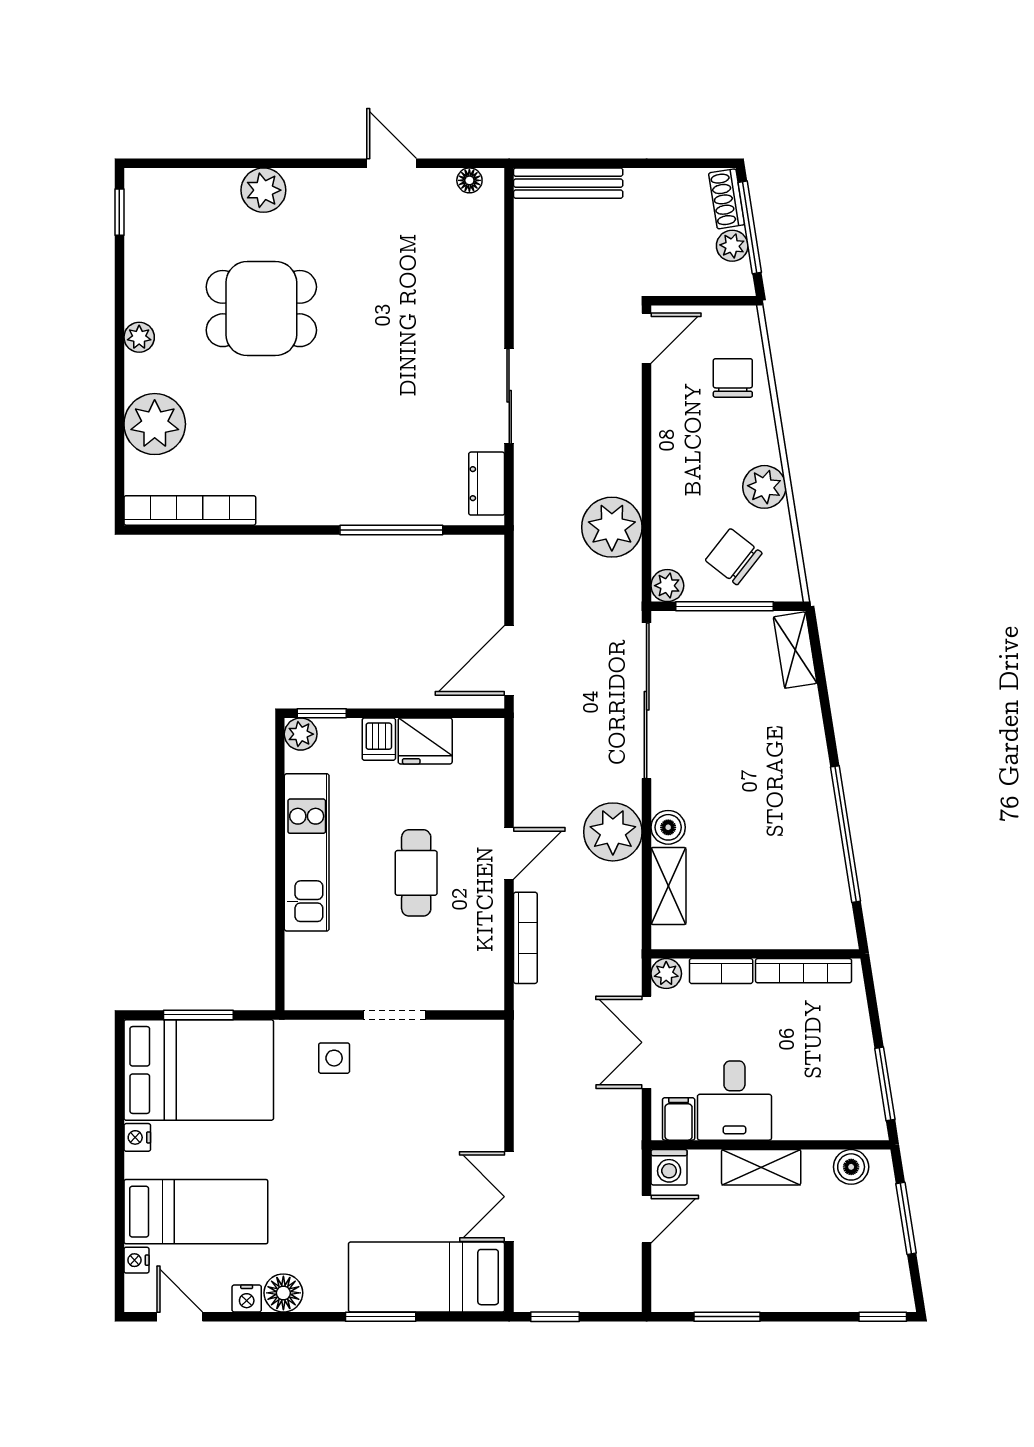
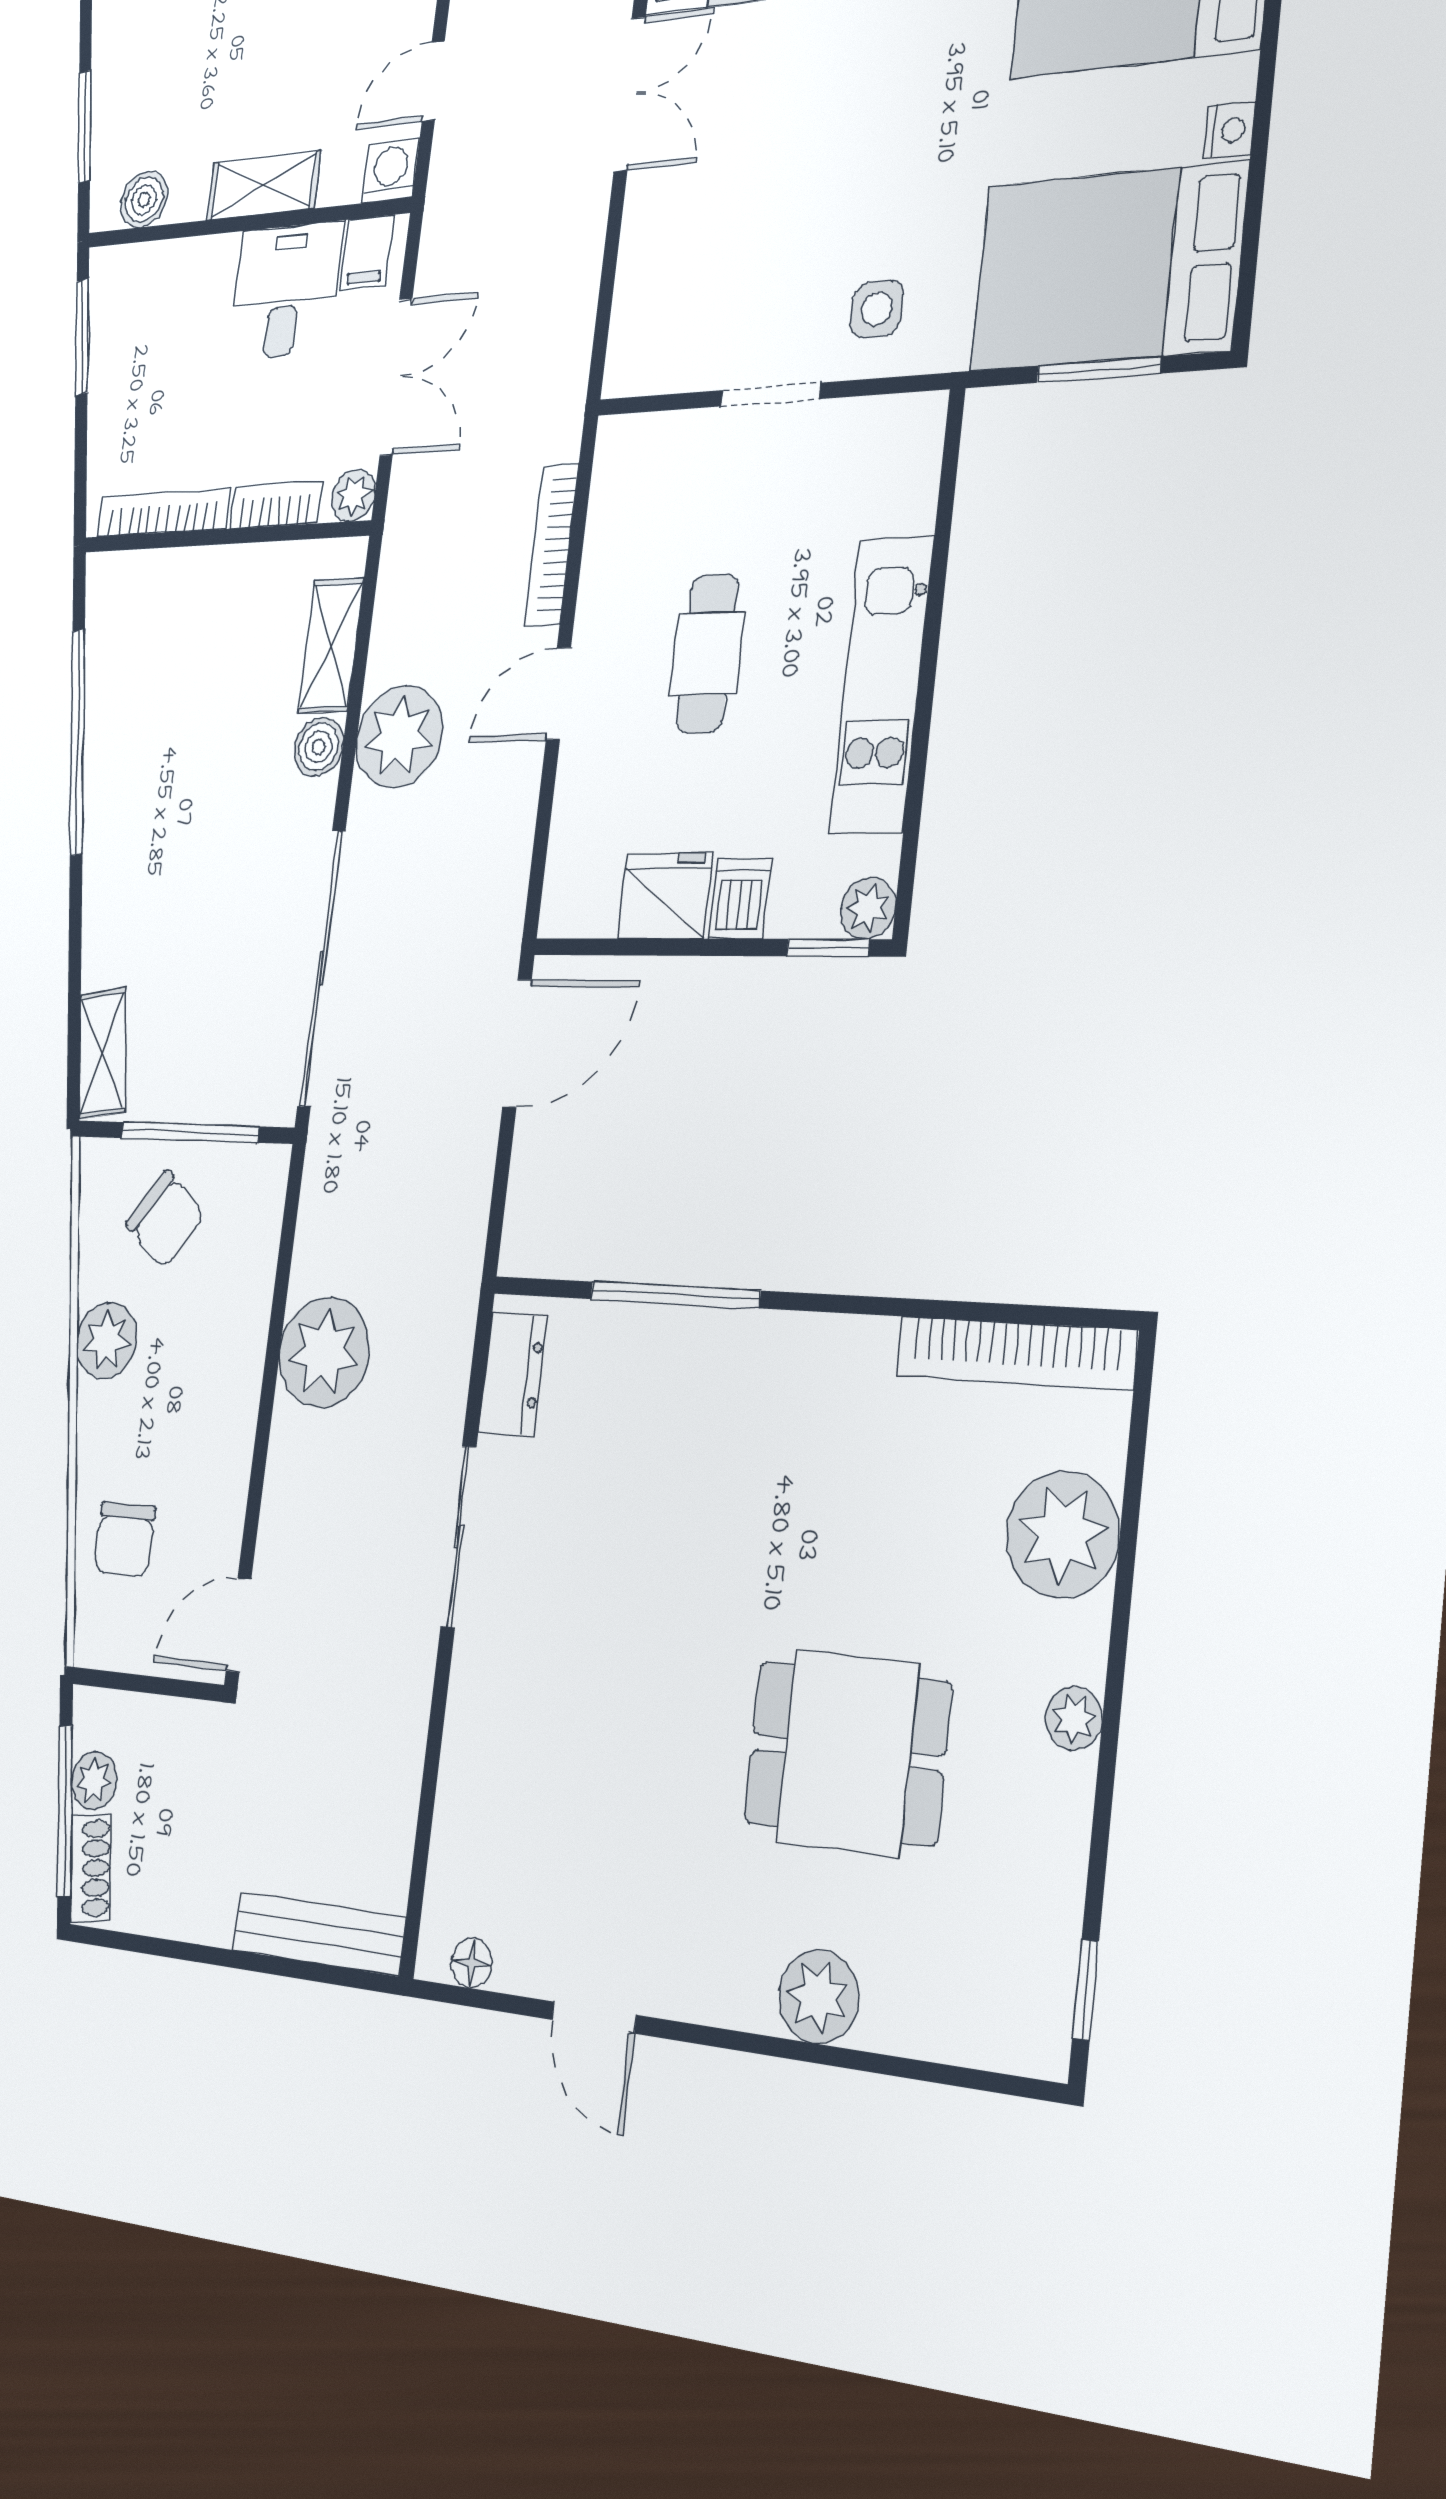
plant: (612, 527) -> (324, 1352), moved
plant: (667, 586) -> (266, 1172), removed

